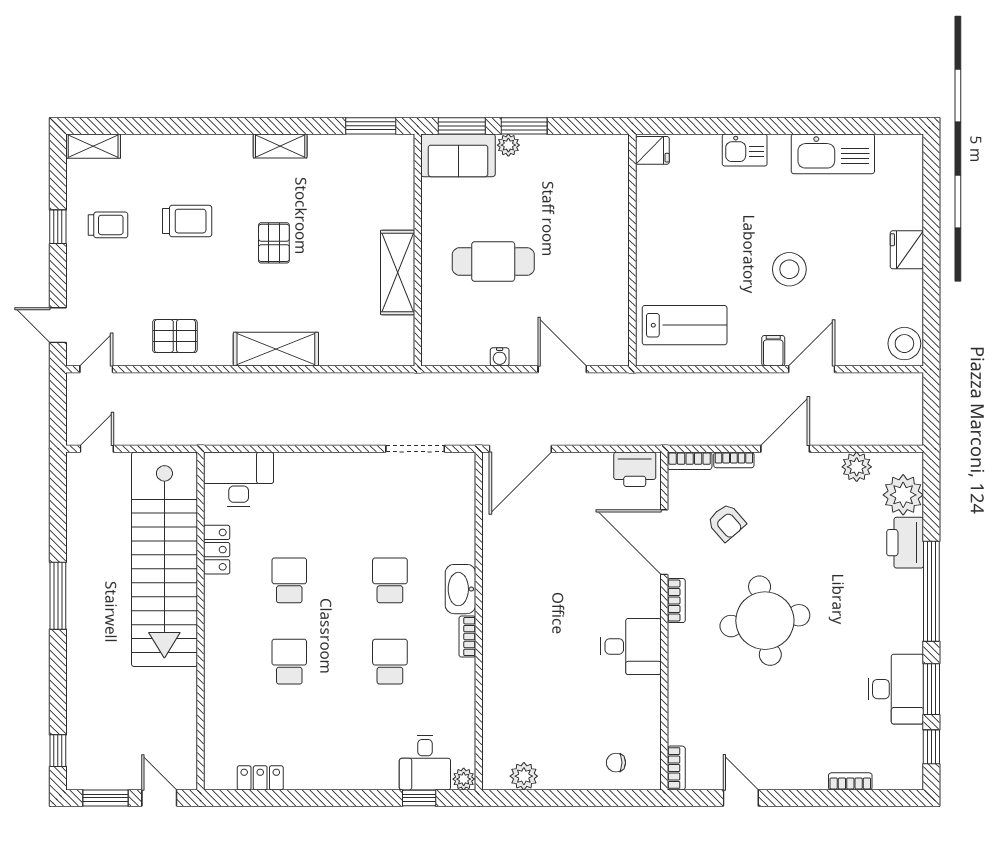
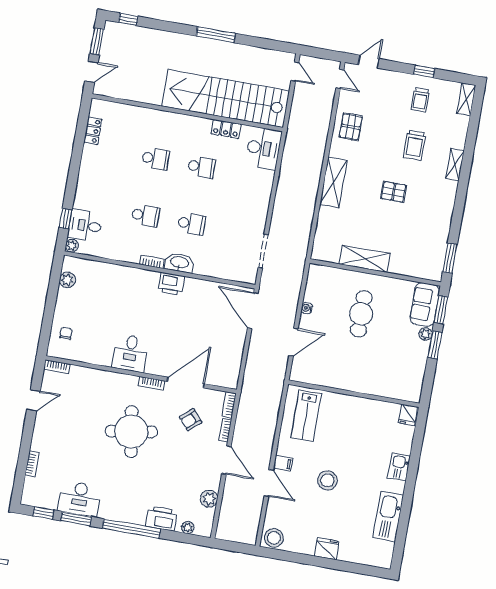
shelving: (280, 146) -> (455, 164), moved
printer: (635, 469) -> (171, 284), moved, turned -90
plant: (903, 495) -> (188, 528), width x0.53, depth x0.53

